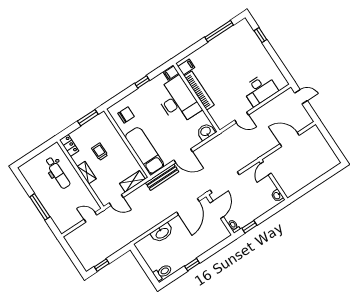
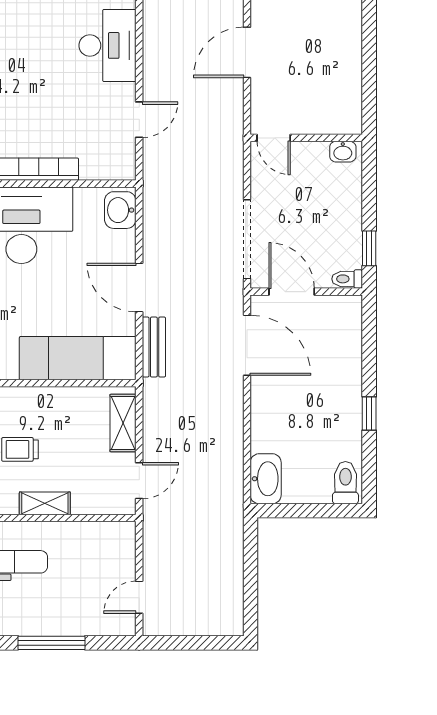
door: (183, 156) -> (139, 287), swing flipped
bench: (162, 177) -> (154, 347), width x0.73
door: (90, 217) -> (139, 597), moved
washbasin: (162, 233) -> (266, 479), moved
window: (102, 265) -> (250, 595), removed

